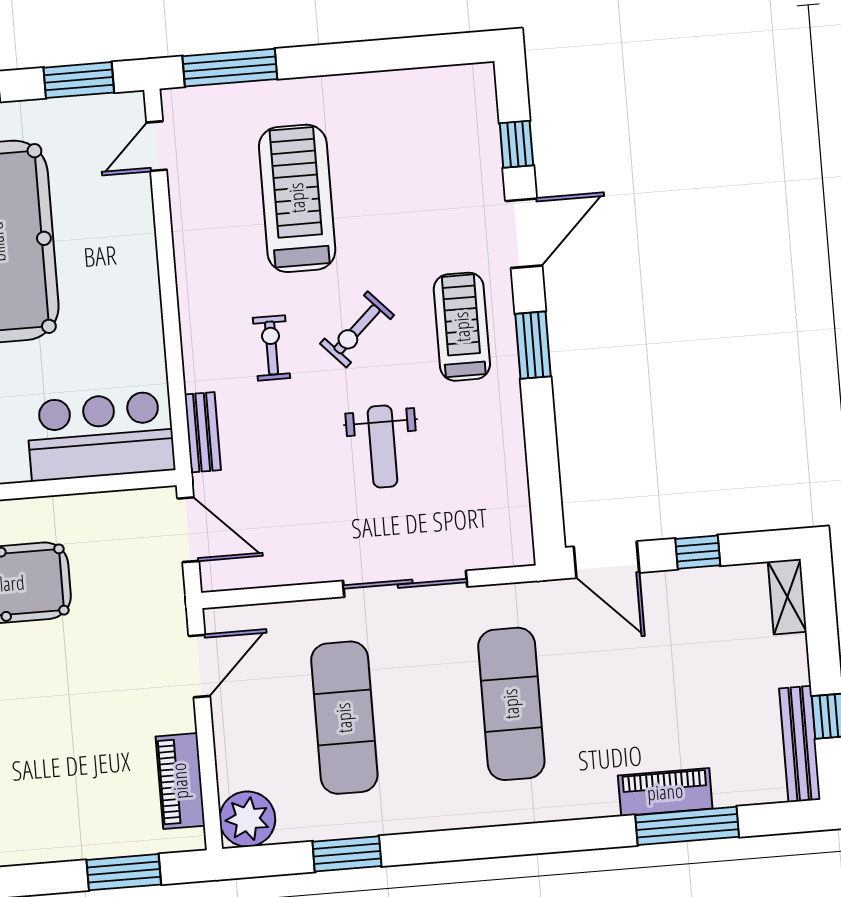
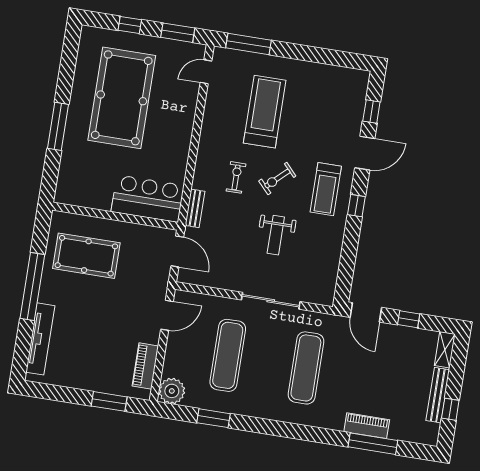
treadmill: (462, 327) -> (326, 189), turned 180
window: (533, 345) -> (356, 206), width x0.67
bench: (800, 744) -> (438, 395), moved

